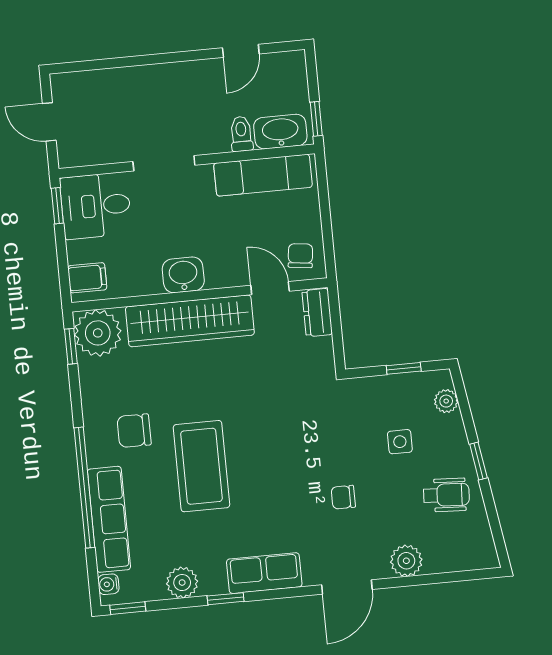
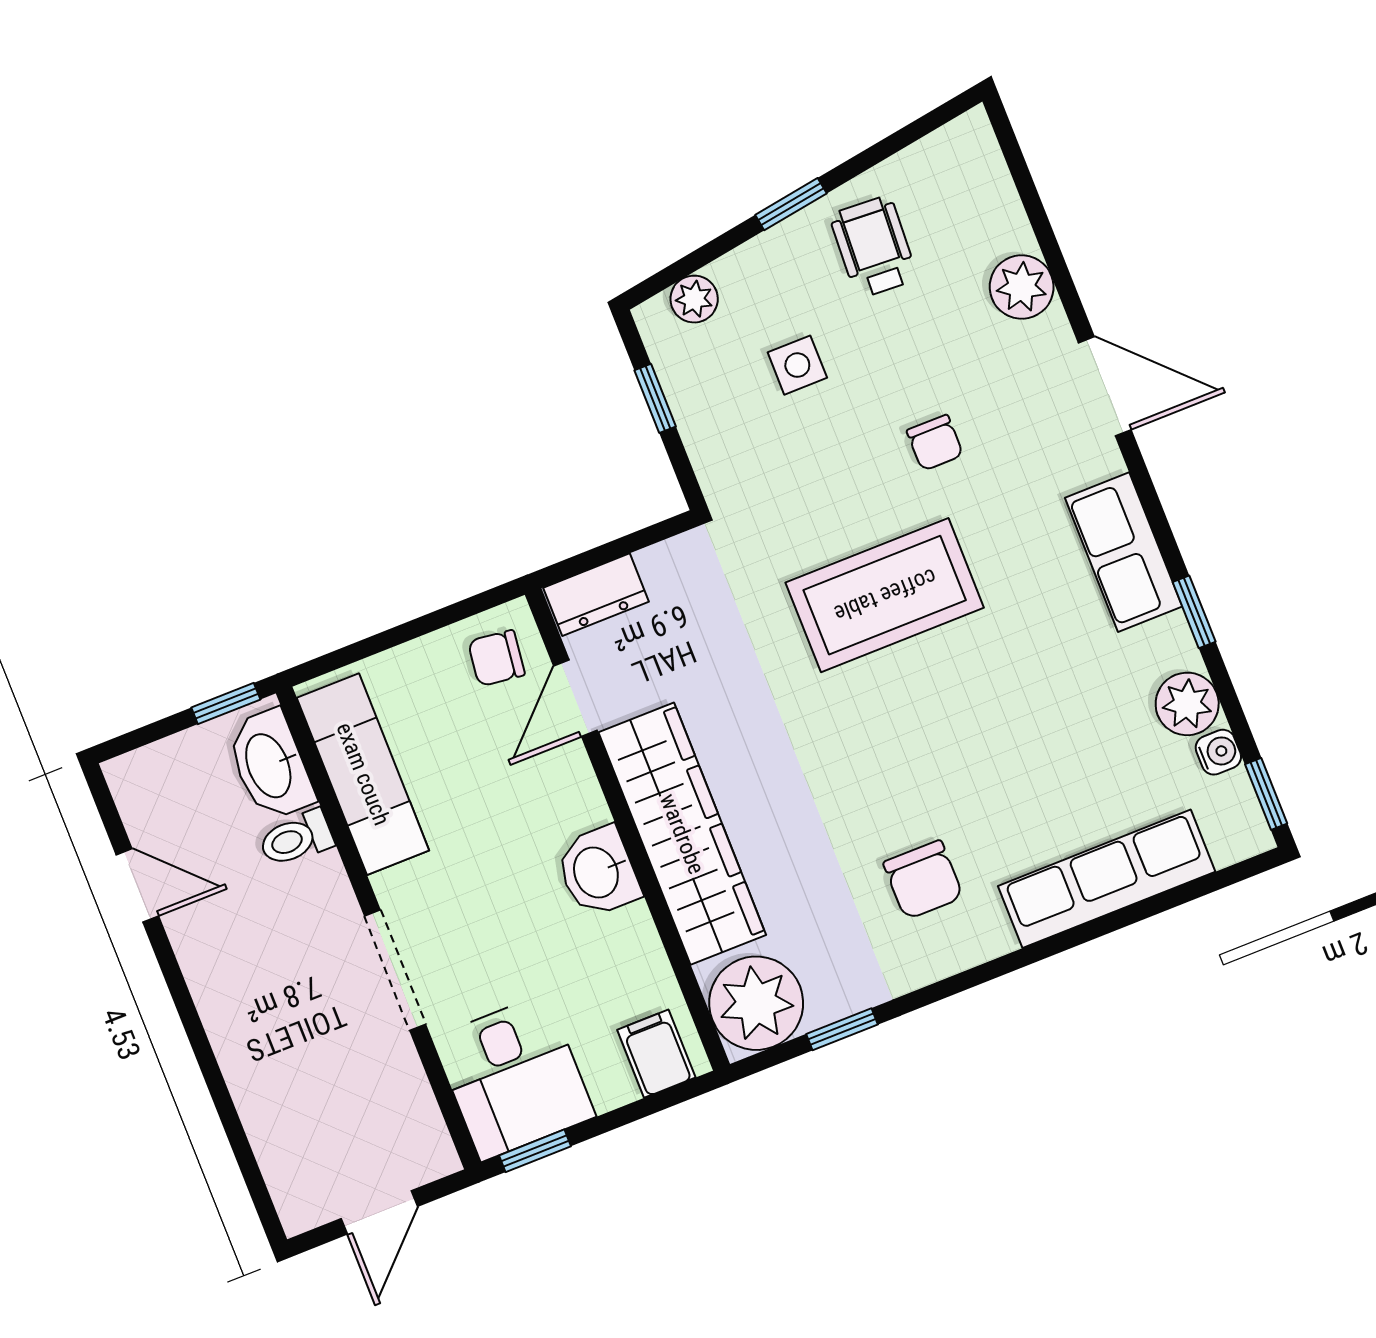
window: (71, 346) -> (842, 1029), moved
coffee table: (201, 466) -> (885, 595), moved
window: (84, 488) -> (1059, 943), removed
water cooler: (108, 584) -> (1218, 752), moved, turned -90

